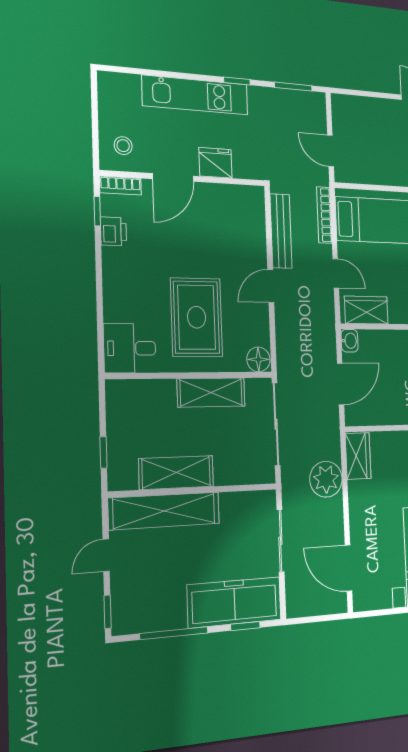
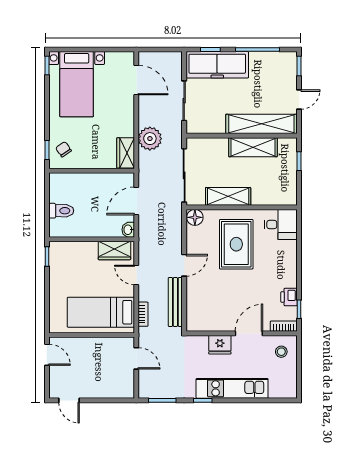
bookcase: (324, 215) -> (143, 314), width x0.64

